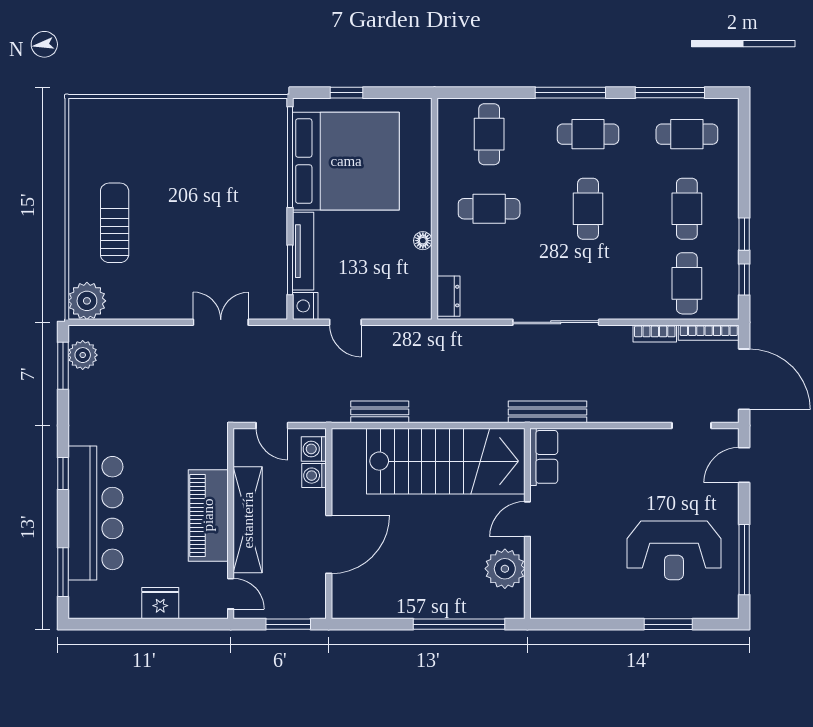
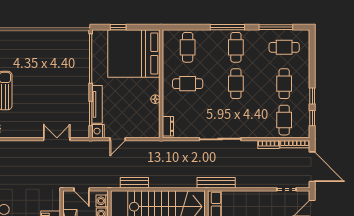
cafe table: (588, 134) -> (236, 47), turned 90
bed: (346, 161) -> (134, 53), moved, turned 180
door: (345, 322) -> (118, 139), hinge flipped

